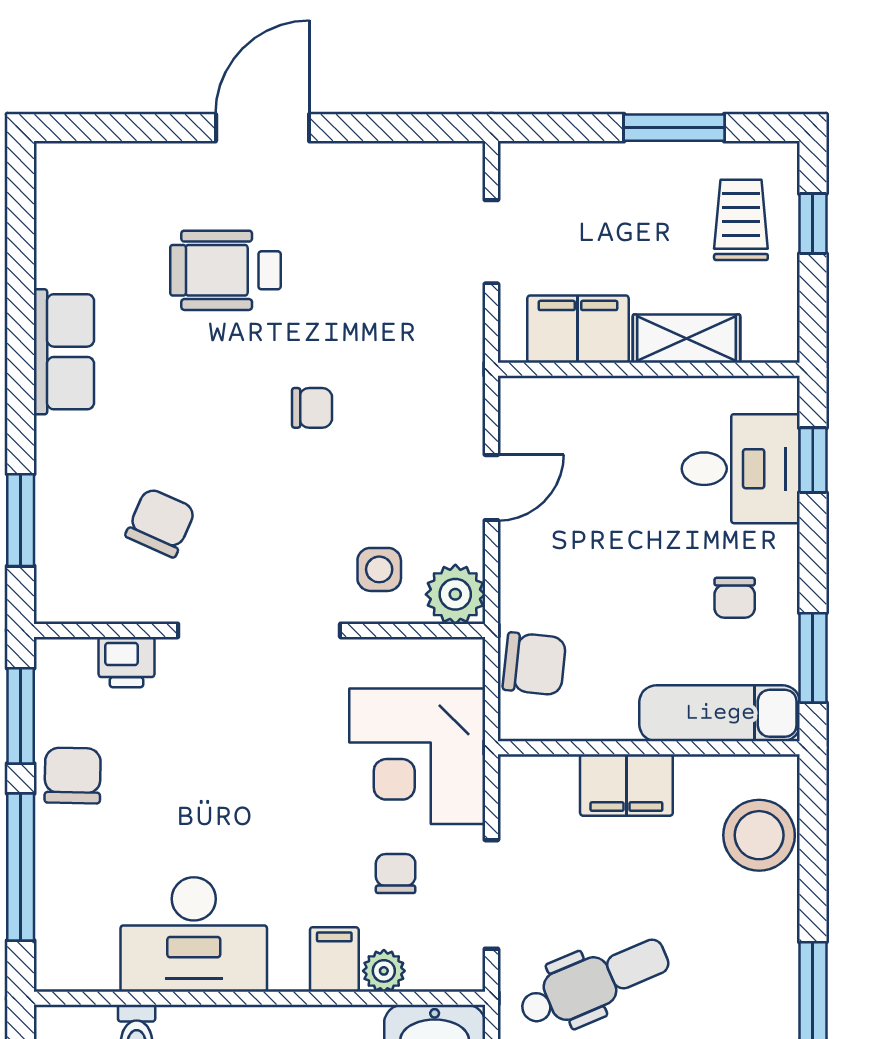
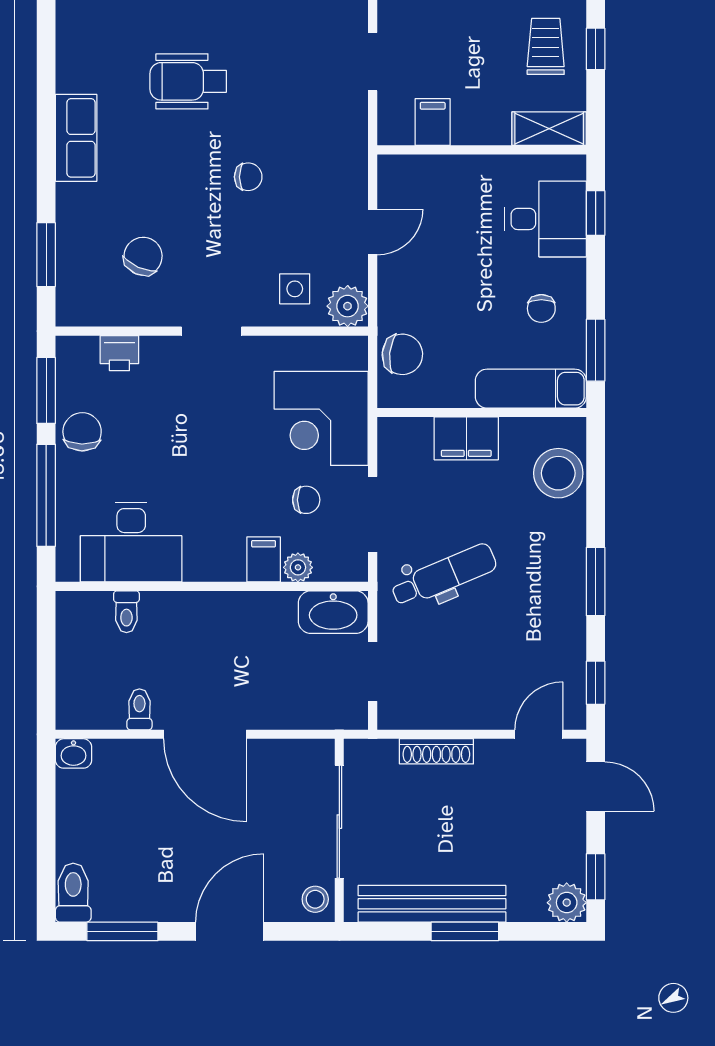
filing cabinet: (578, 329) -> (433, 122), width x0.50
shelving: (686, 339) -> (549, 129), moved
doorway: (259, 630) -> (211, 331), width x0.53
chair: (396, 874) -> (306, 500), turned 90
desk: (194, 934) -> (131, 542), moved

